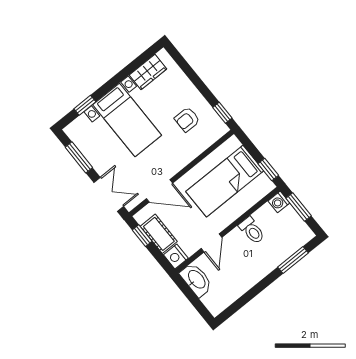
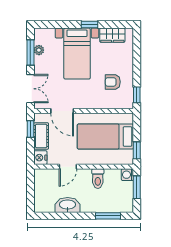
window: (85, 105) -> (89, 25), moved
plant: (85, 148) -> (39, 50), added
washbasin: (196, 280) -> (68, 205), moved, turned -90

